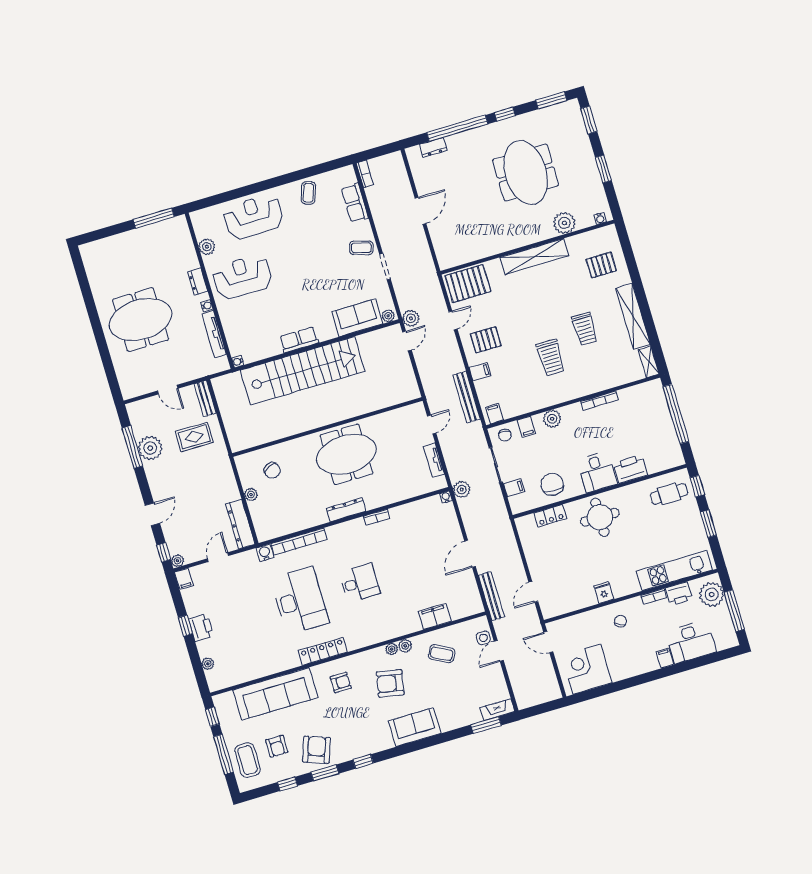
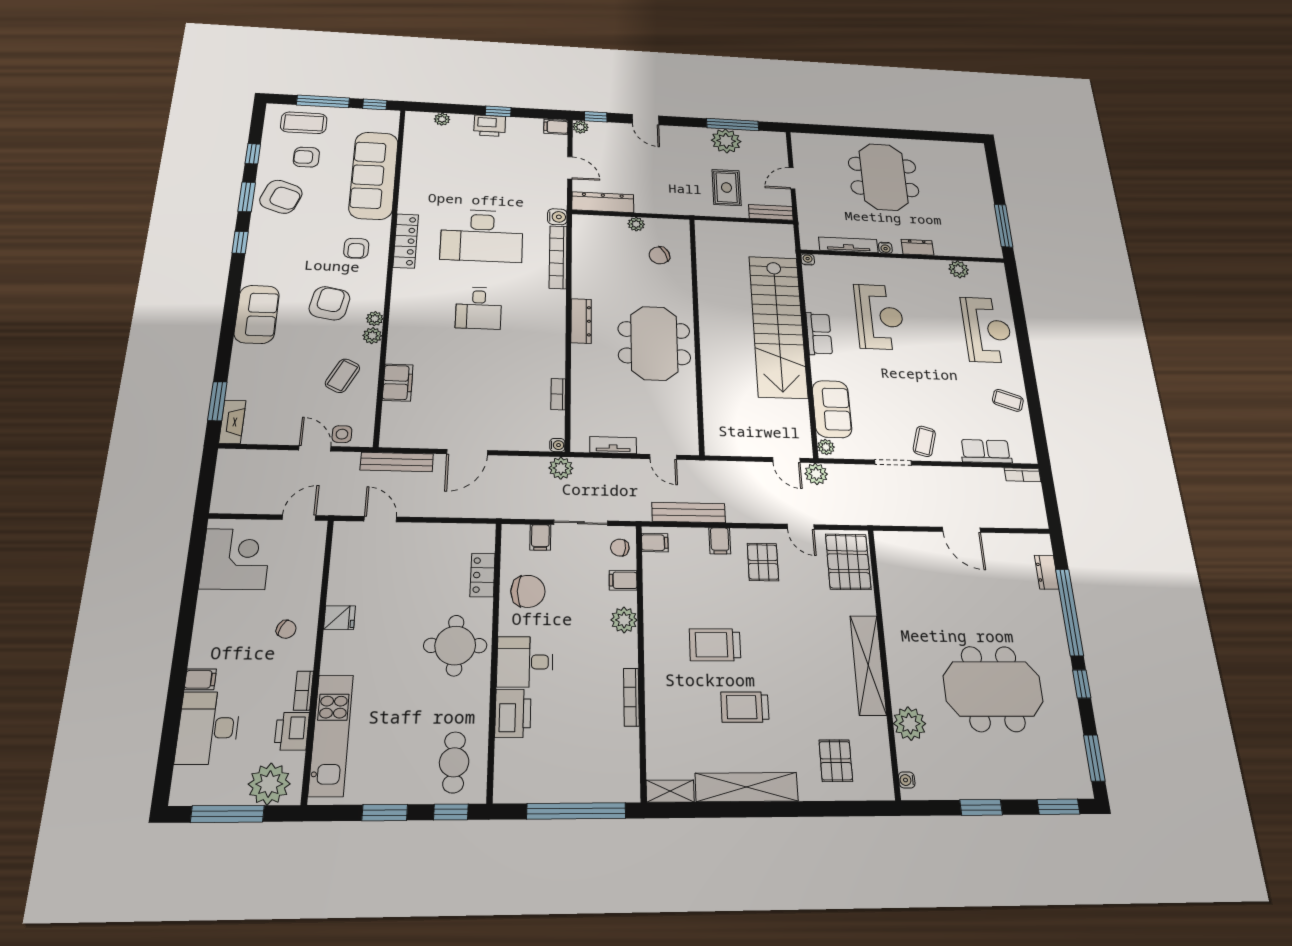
reception desk: (242, 277) -> (879, 317), moved
bookcase: (377, 517) -> (558, 394), moved
door: (470, 554) -> (467, 452), swing flipped

